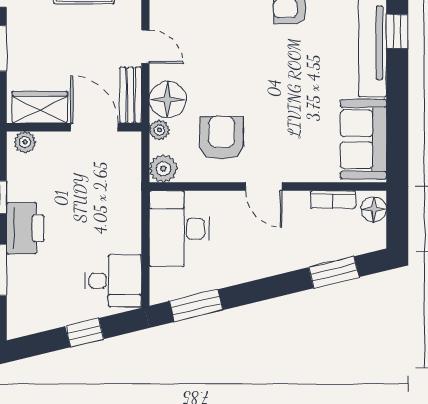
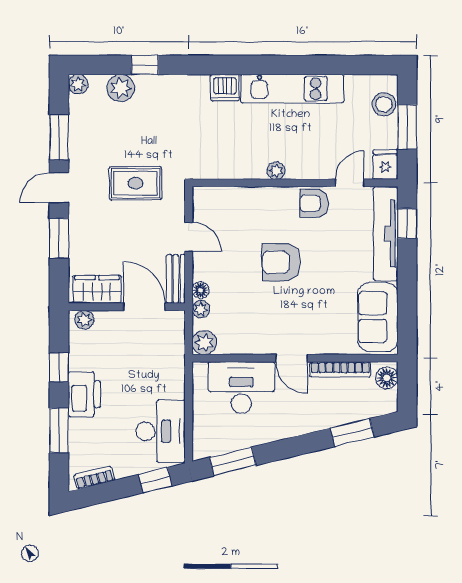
floor lamp: (168, 100) -> (201, 290), width x0.53, depth x0.53
armchair: (222, 138) -> (281, 262), moved, turned -90
bookcase: (333, 200) -> (340, 369), width x1.56
desk: (179, 229) -> (241, 388), moved, turned 90
desk: (113, 281) -> (161, 431), width x1.37
bookcase: (36, 324) -> (94, 477), added
window: (85, 333) -> (155, 480), moved

